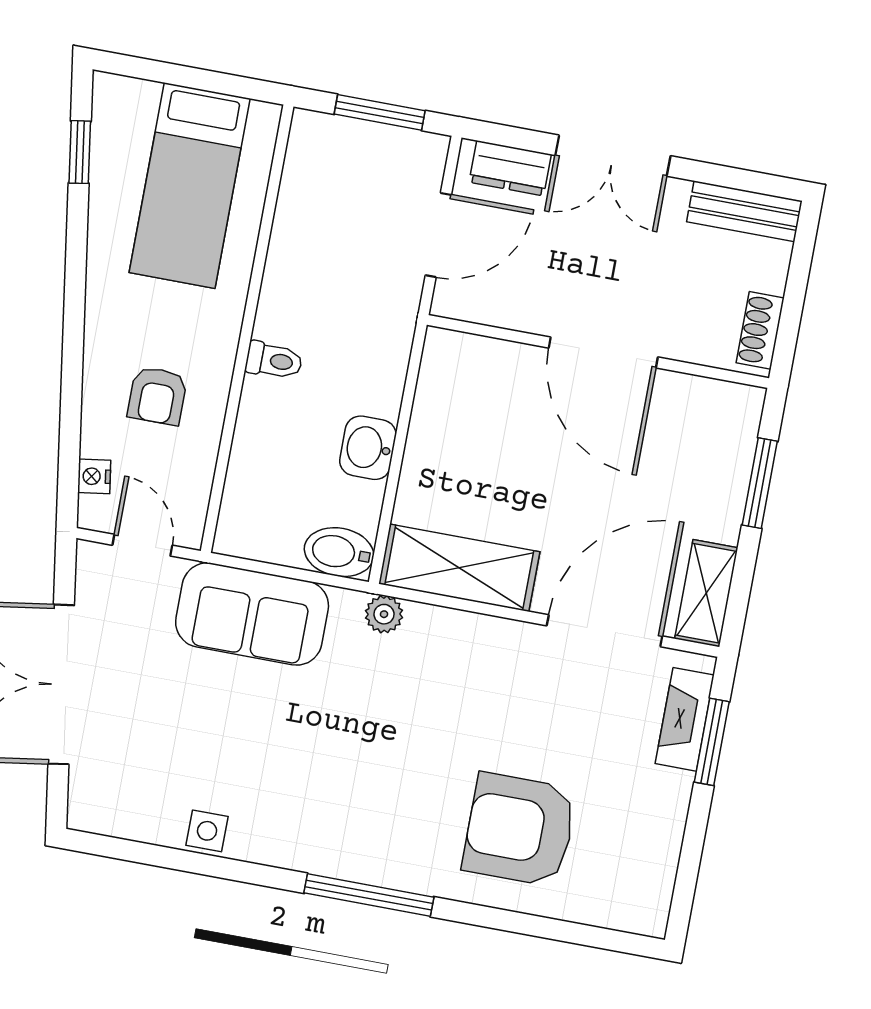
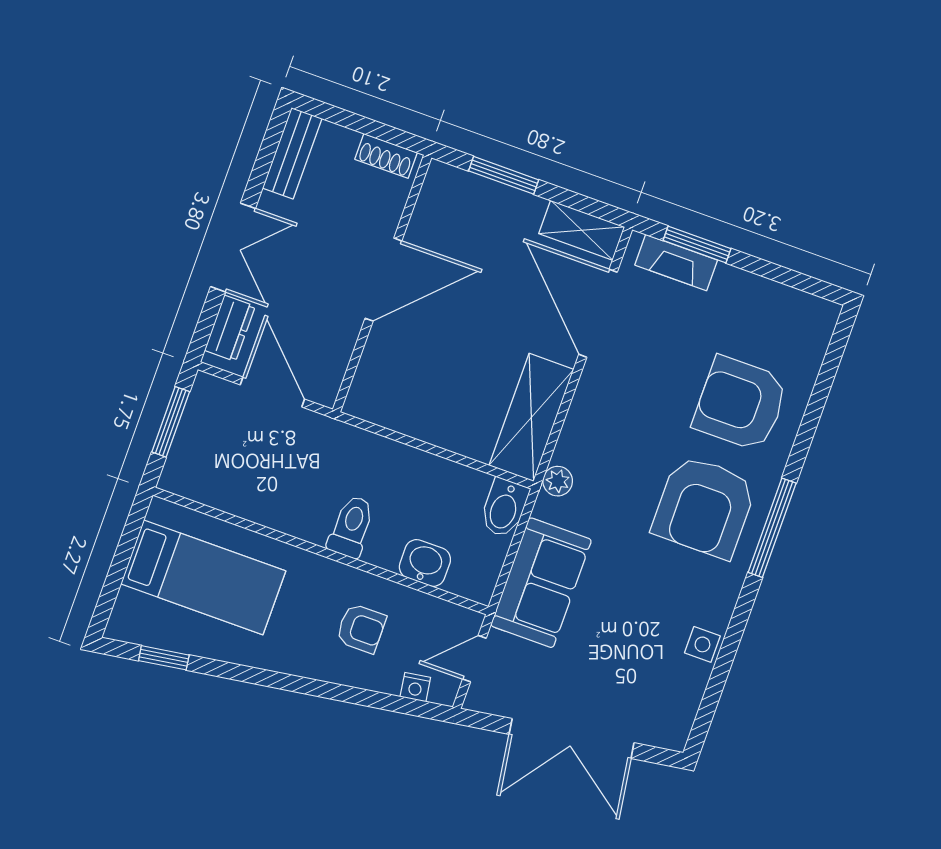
toilet: (274, 361) -> (351, 527), width x1.37, depth x1.39
washbasin: (368, 448) -> (425, 563), moved, turned 180
armchair: (382, 805) -> (704, 507), added
armchair: (520, 830) -> (740, 404), turned 90

